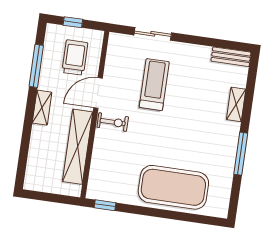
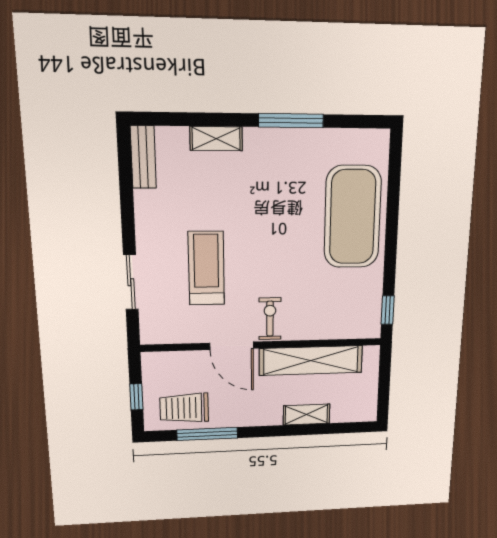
trolley: (75, 58) -> (184, 408), moved
treadmill: (154, 85) -> (206, 268), turned 90
shelving: (42, 108) -> (306, 414), moved

